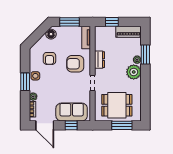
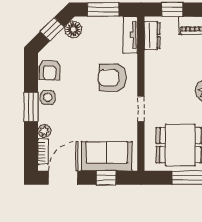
window: (38, 34) -> (52, 29), added
armchair: (49, 58) -> (50, 70), moved
dresser: (100, 60) -> (152, 36), moved
door: (45, 125) -> (63, 178), swing flipped

